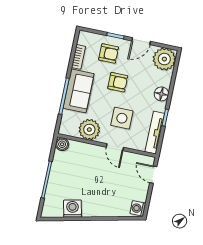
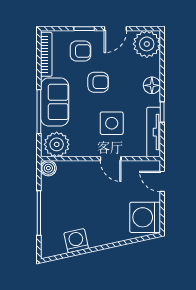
bookcase: (79, 57) -> (46, 54), width x1.56
plant: (89, 130) -> (57, 144), moved
washing machine: (138, 208) -> (145, 217), width x1.89, depth x1.89

